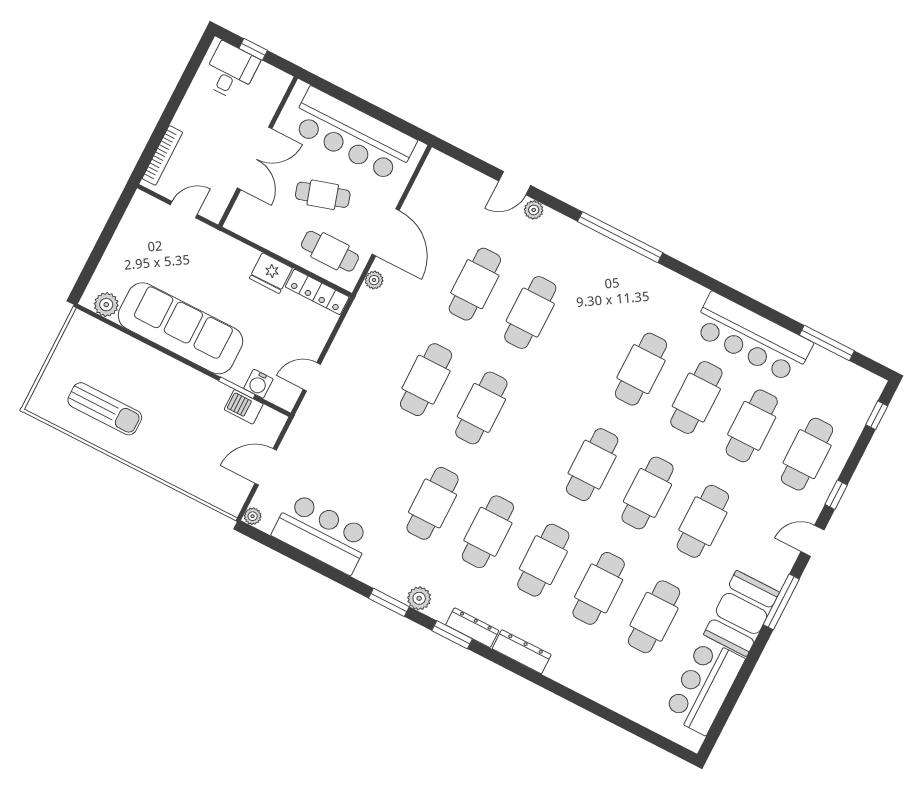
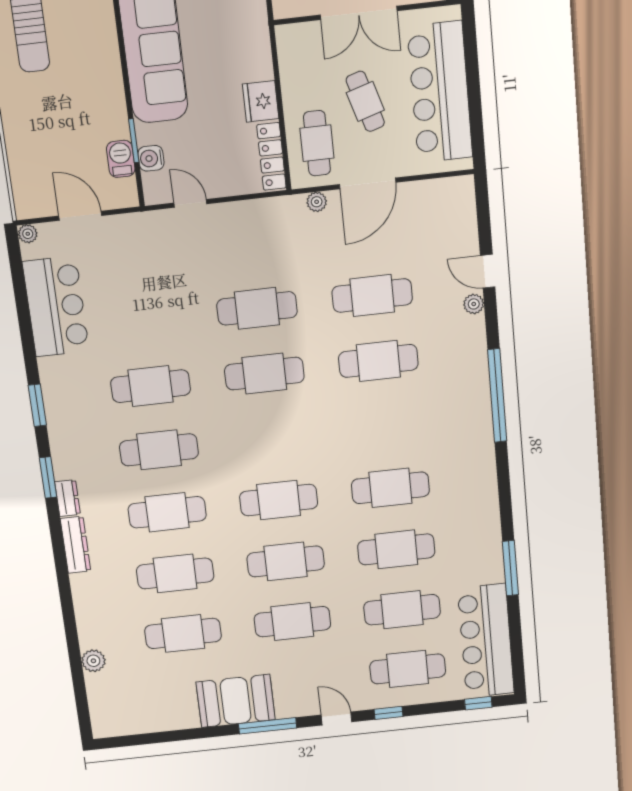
bar counter: (752, 338) -> (486, 641), moved
window: (827, 343) -> (510, 568), moved
plant: (419, 598) -> (93, 661), moved
dresser: (472, 628) -> (68, 498), width x0.70
bar counter: (704, 687) -> (153, 710), removed

